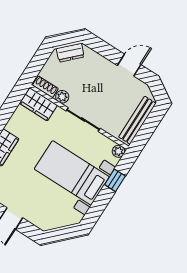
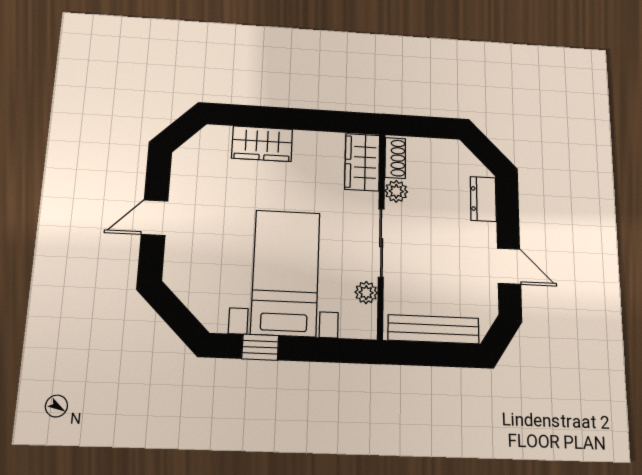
dresser: (70, 53) -> (483, 199), moved, turned 44
plant: (118, 151) -> (366, 293), moved
window: (115, 180) -> (260, 347), moved

